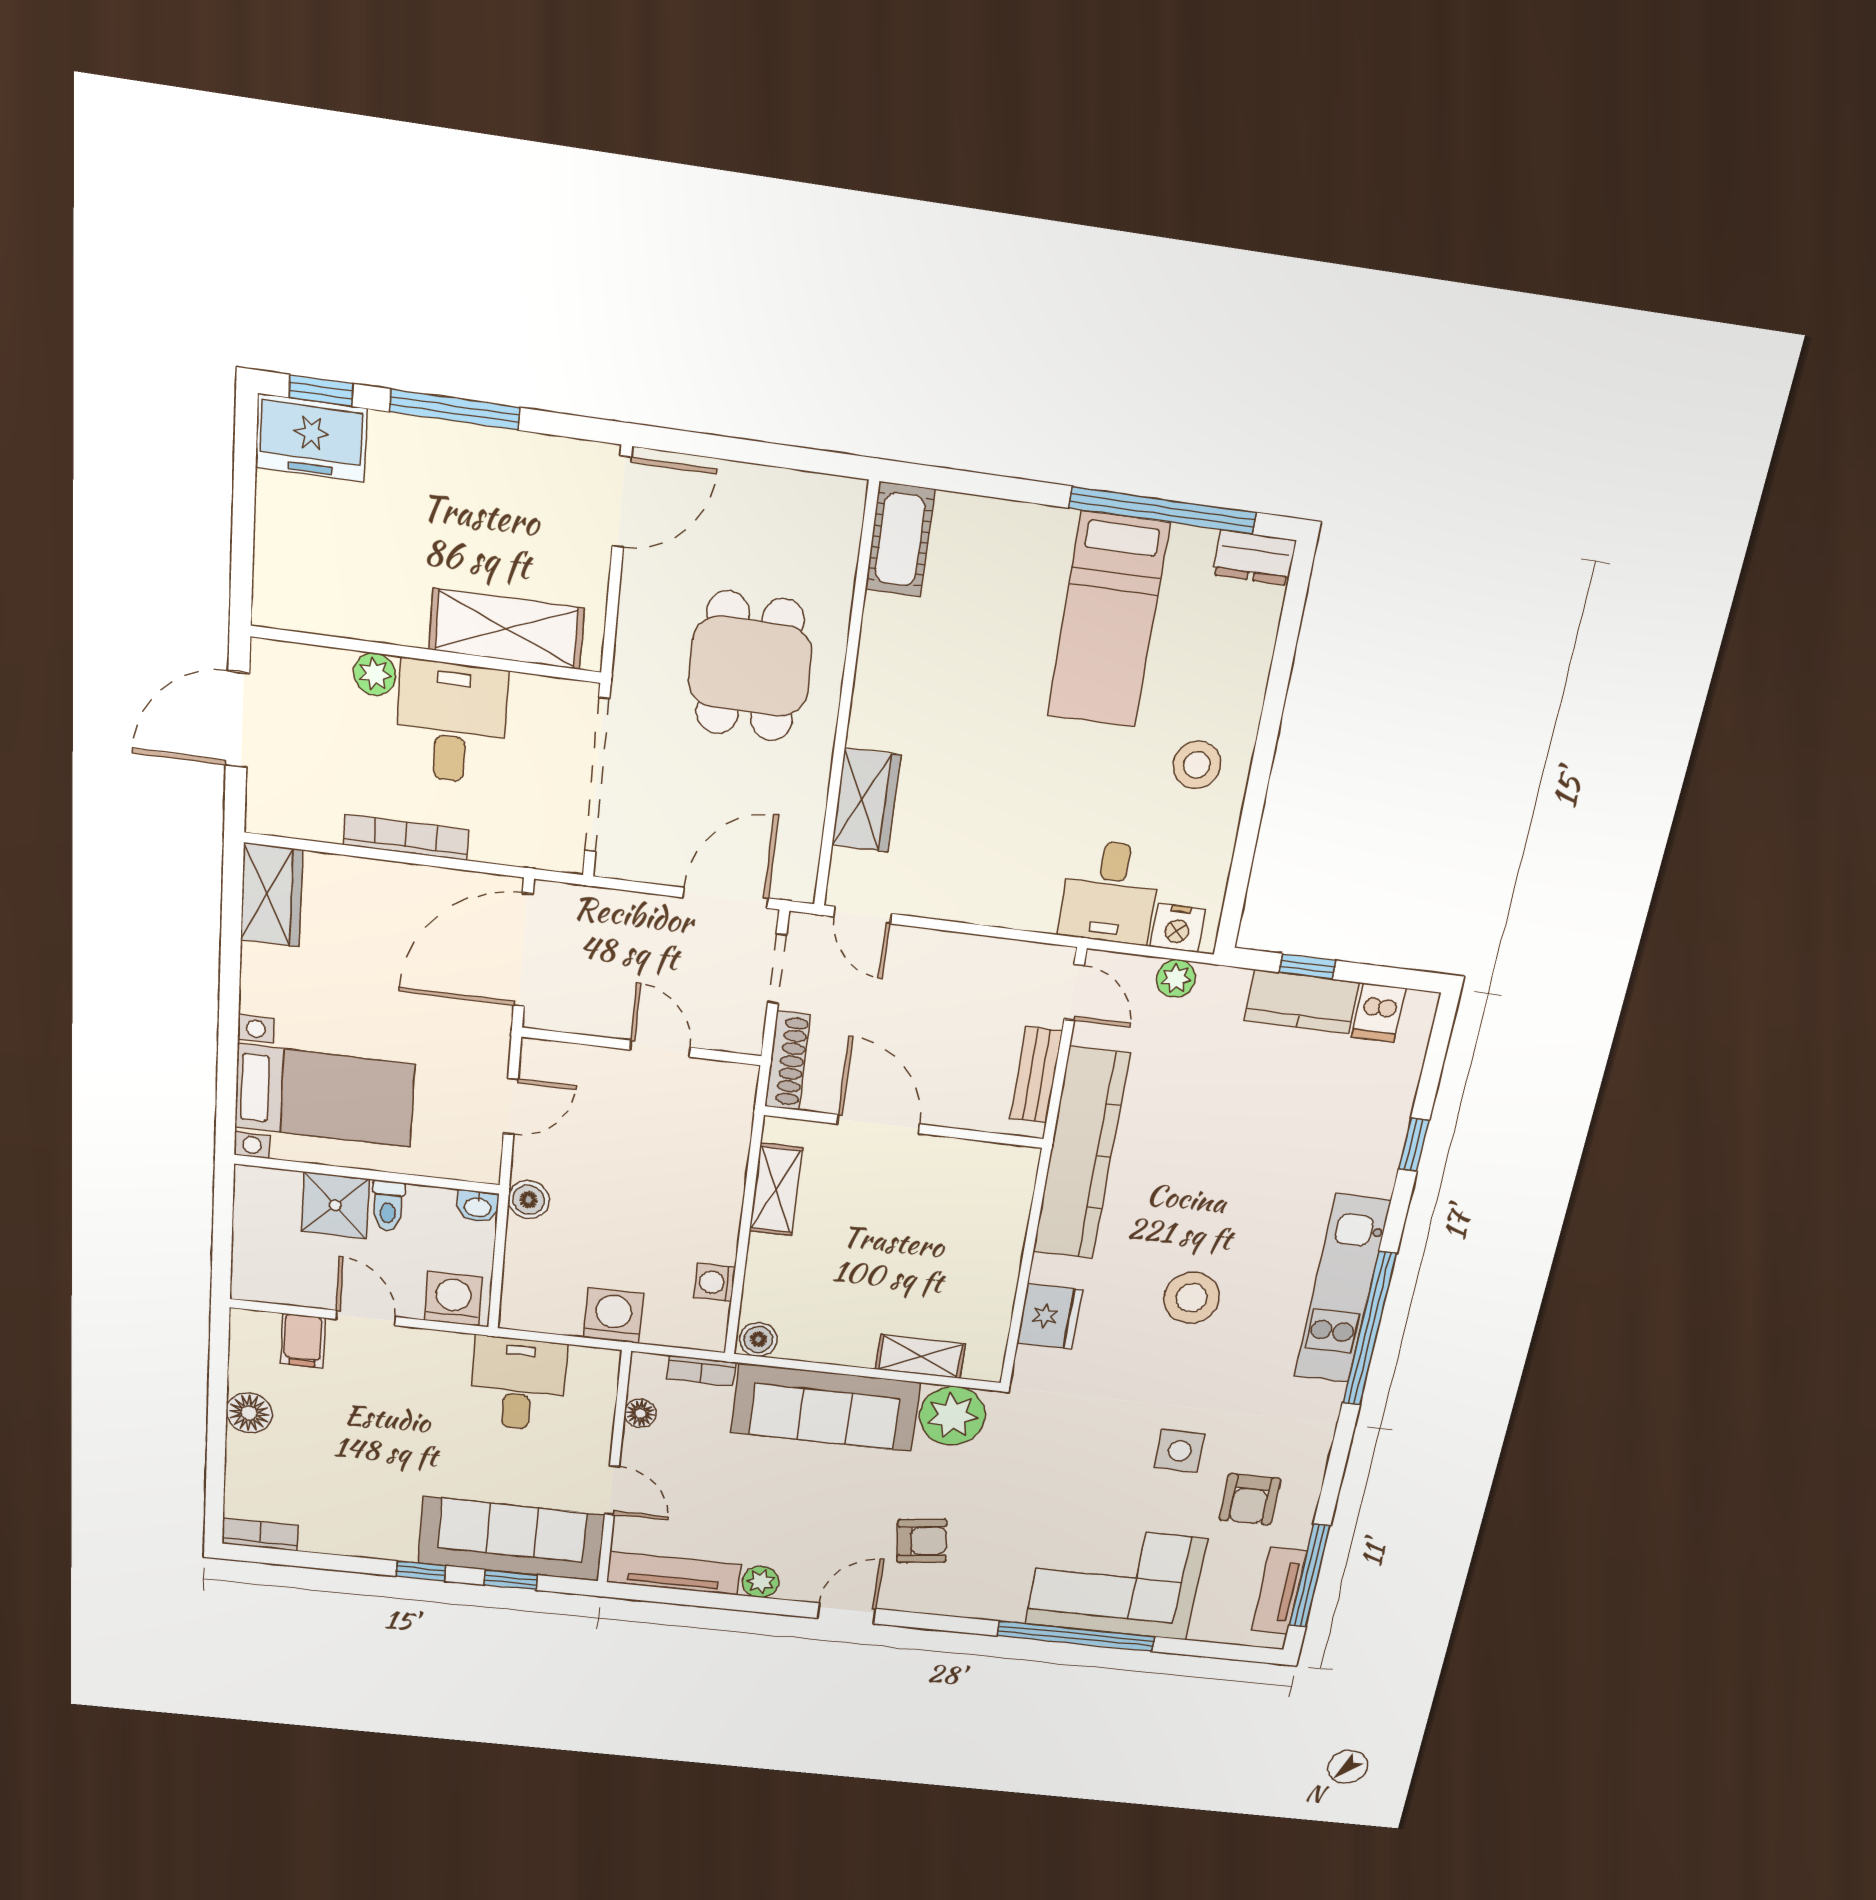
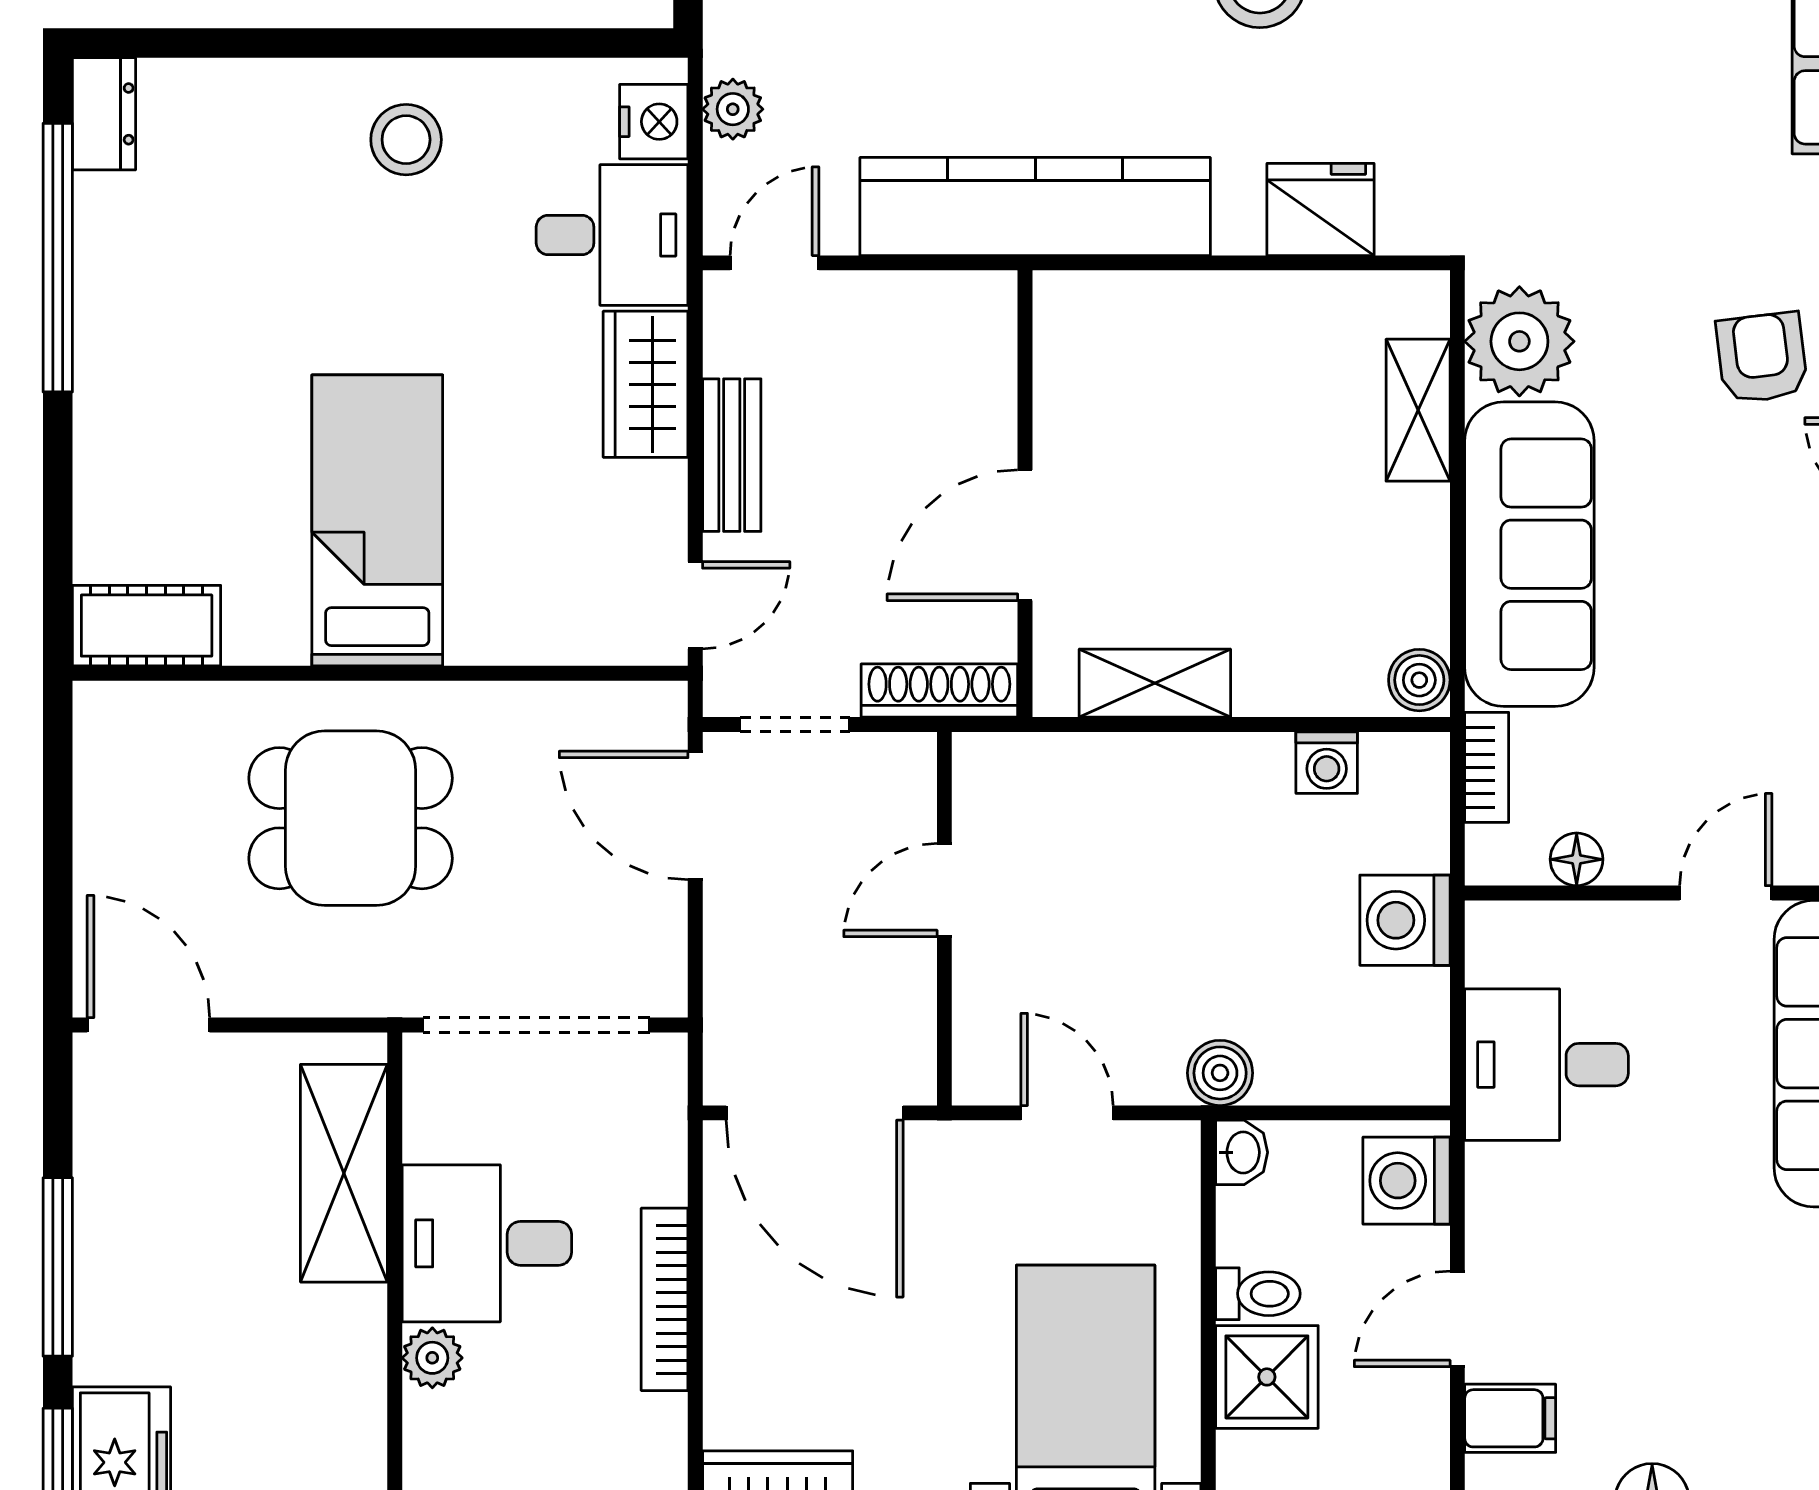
bed: (1108, 620) -> (377, 520), moved, turned -90
wardrobe: (866, 800) -> (646, 384), moved, turned -90
bench: (1036, 1075) -> (732, 455), moved, turned 90

